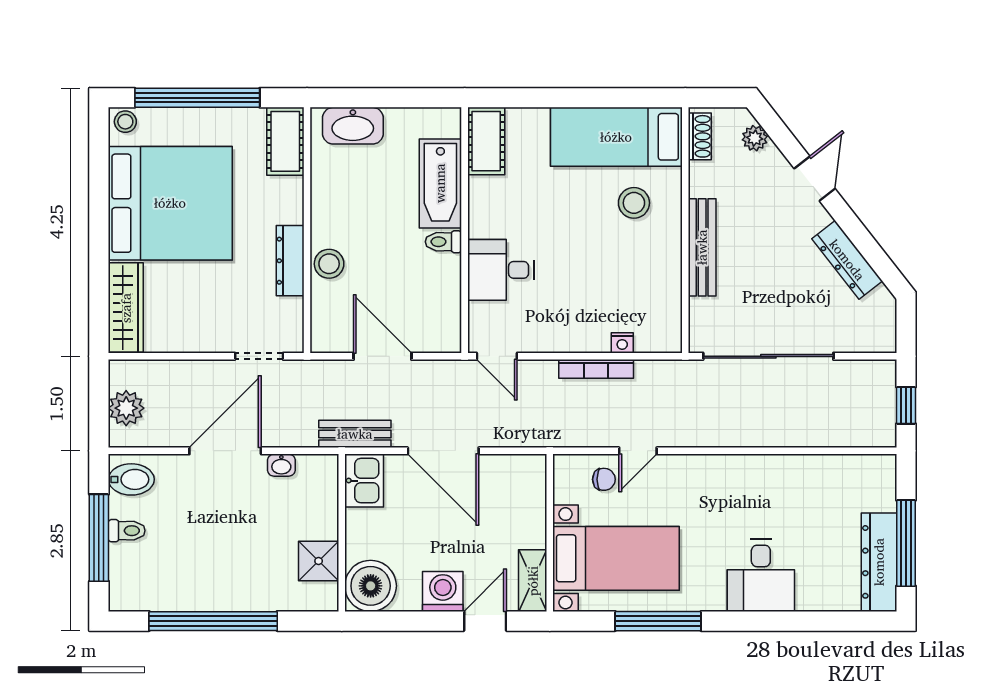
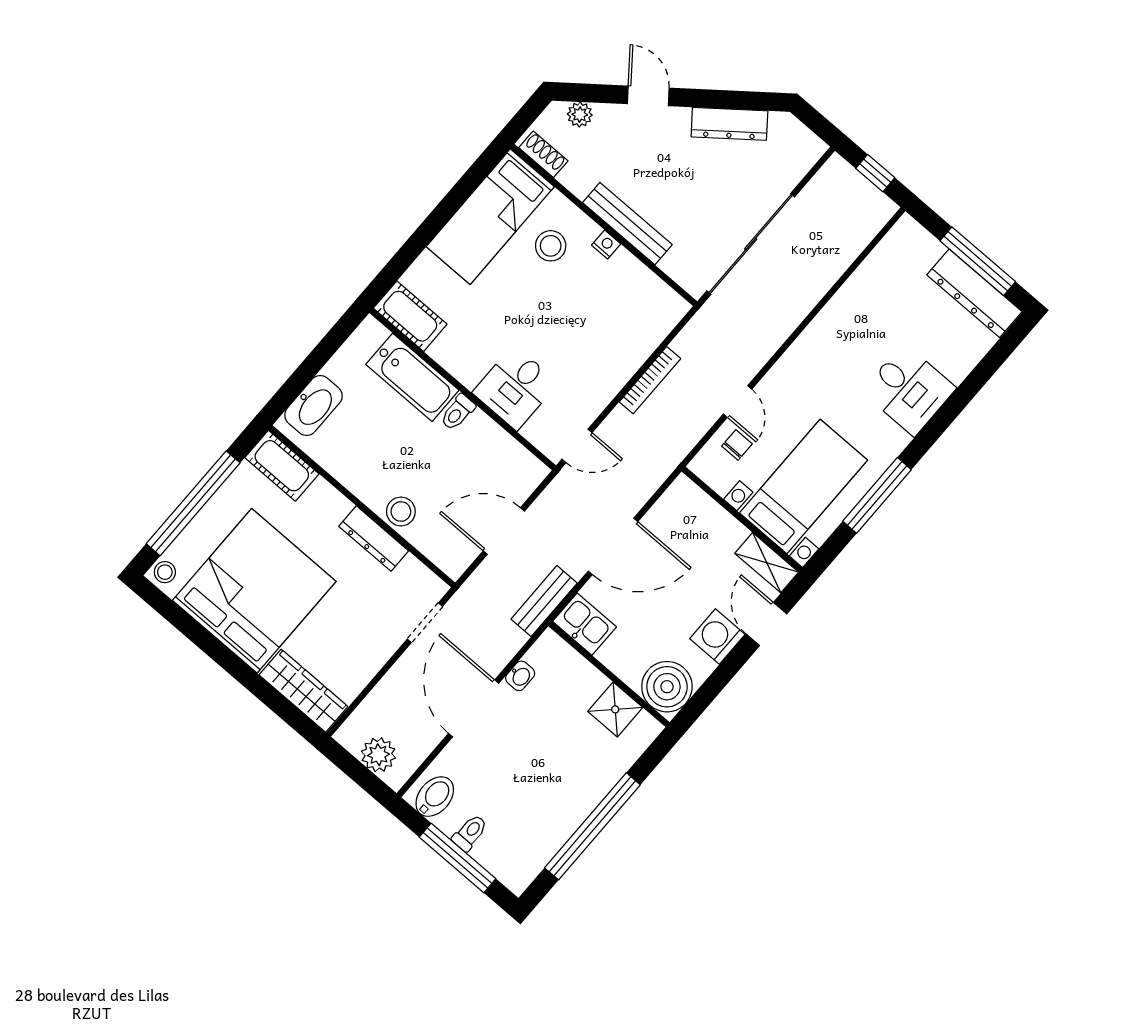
nightstand: (622, 343) -> (606, 244), moved, turned -90

